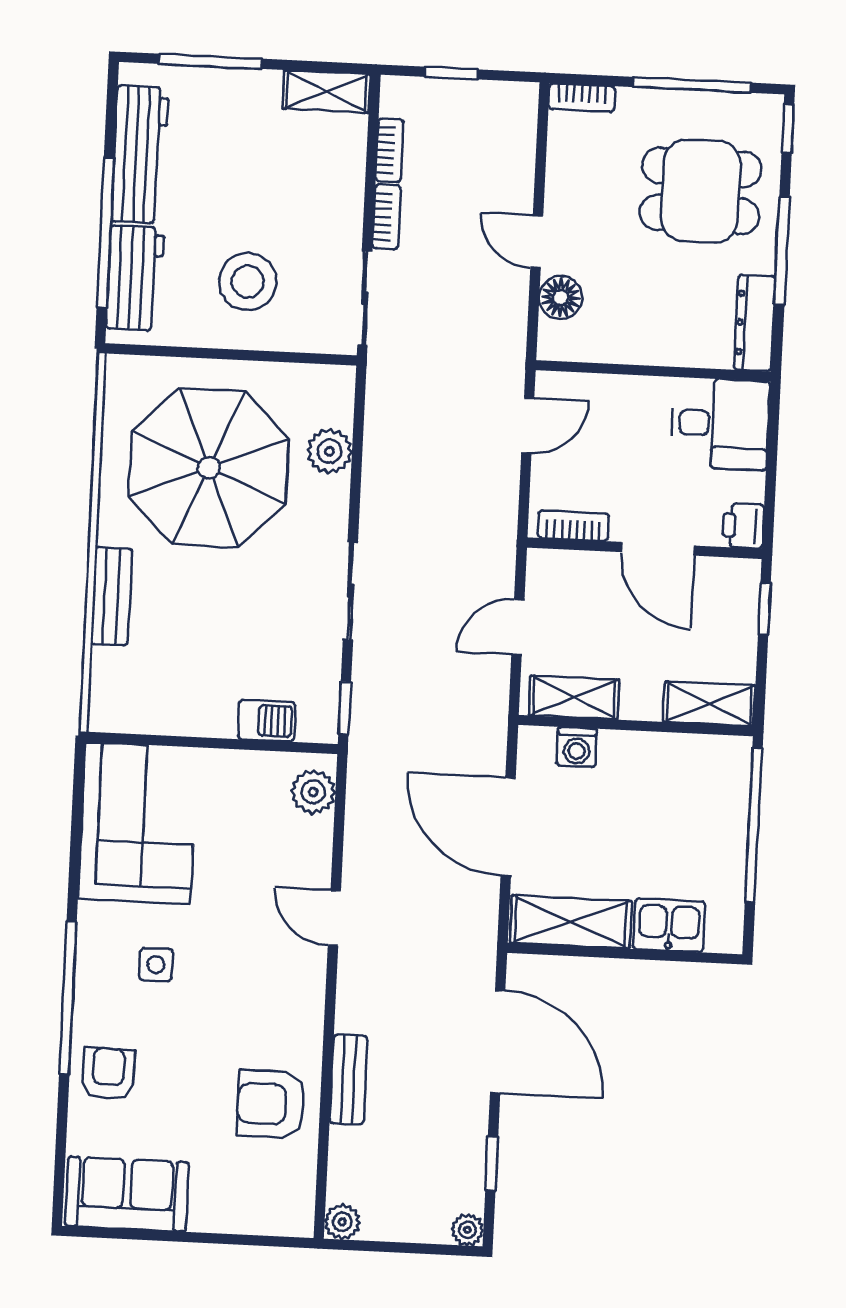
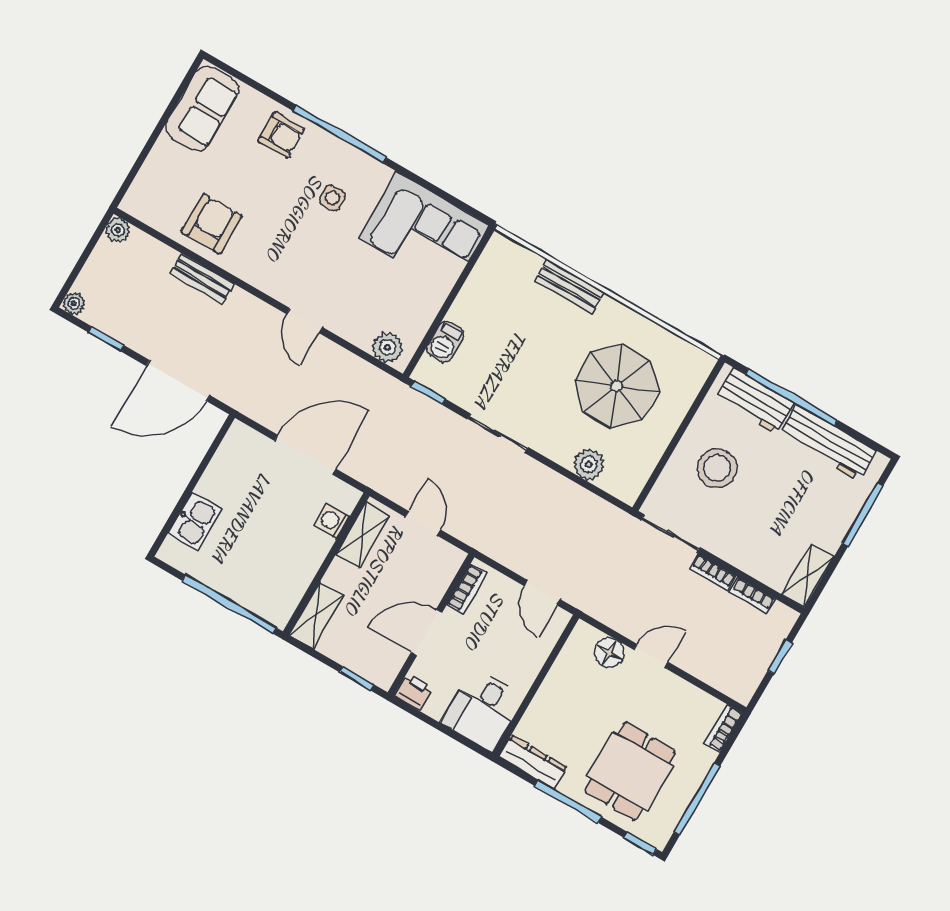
parasol: (209, 468) -> (617, 386), width x0.73, depth x0.73
door: (334, 918) -> (304, 321), swing flipped
shelving: (571, 922) -> (228, 463), removed

